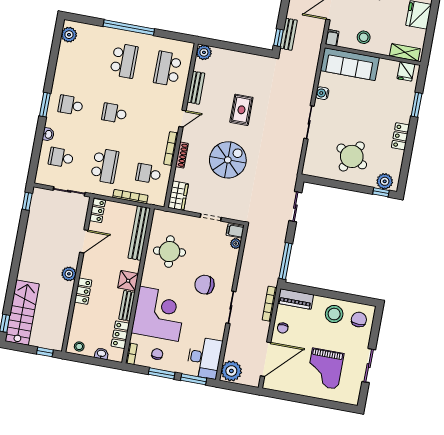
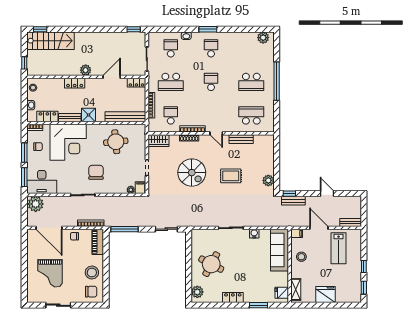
plant: (204, 52) -> (268, 180), moved
window: (381, 192) -> (189, 291), removed
door: (84, 241) -> (112, 77), swing flipped
grand piano: (325, 369) -> (50, 273), turned -90

